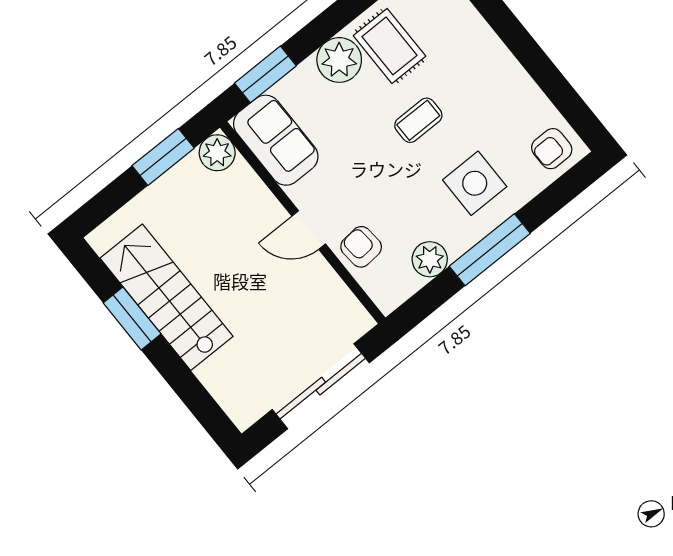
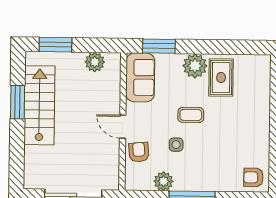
coffee table: (418, 120) -> (191, 115), moved
plant: (217, 153) -> (95, 62), moved
window: (163, 157) -> (55, 45), moved
side table: (475, 183) -> (176, 145), moved, width x0.54, depth x0.54

